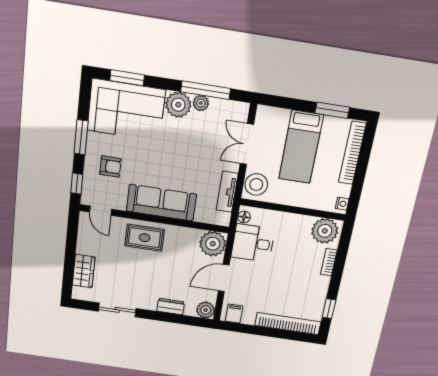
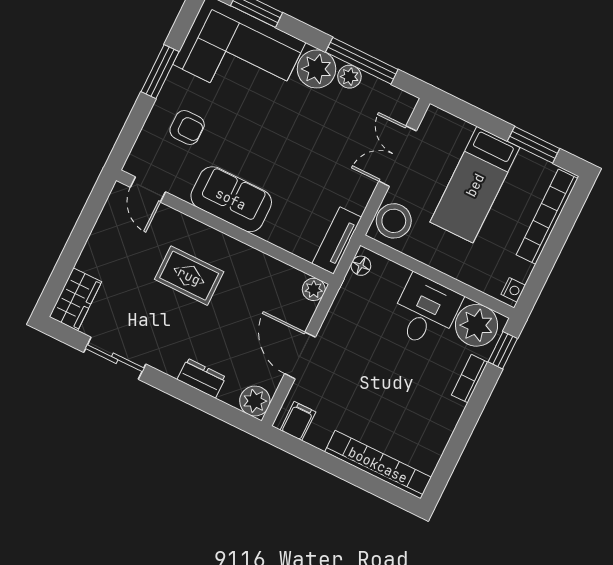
window: (77, 184) -> (128, 137), removed
tv unit: (227, 192) -> (337, 240), moved
sofa: (161, 203) -> (231, 199), width x0.73
rug: (145, 238) -> (189, 276), moved
desk: (253, 243) -> (425, 311), moved, turned 90
plant: (213, 244) -> (314, 289), width x0.53, depth x0.53
wardrobe: (84, 271) -> (75, 299), moved
door: (224, 278) -> (300, 355), hinge flipped
window: (329, 309) -> (503, 350), moved

